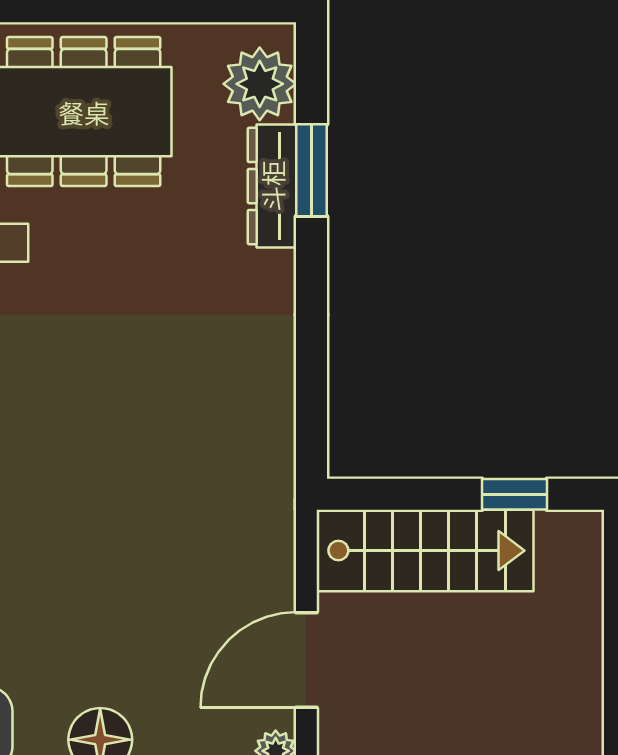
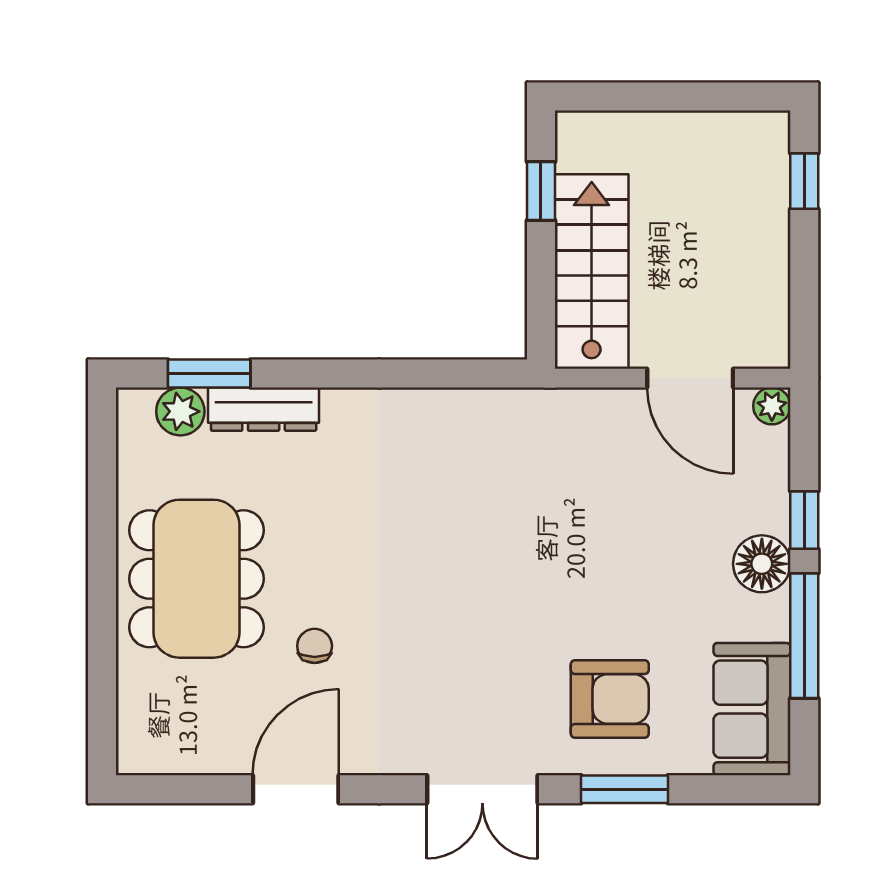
plant: (260, 84) -> (180, 411), width x0.73, depth x0.73
window: (312, 170) -> (209, 374), moved

